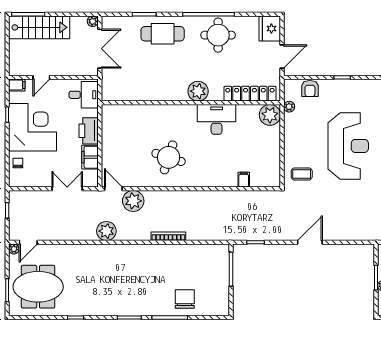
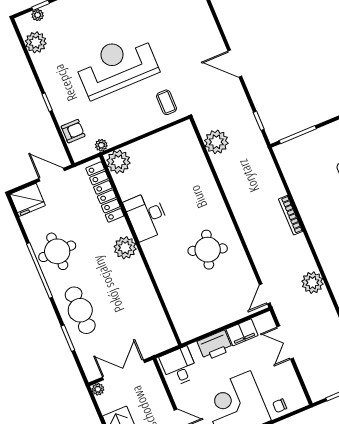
filing cabinet: (244, 180) -> (198, 161), removed
plant: (133, 201) -> (216, 142), moved

